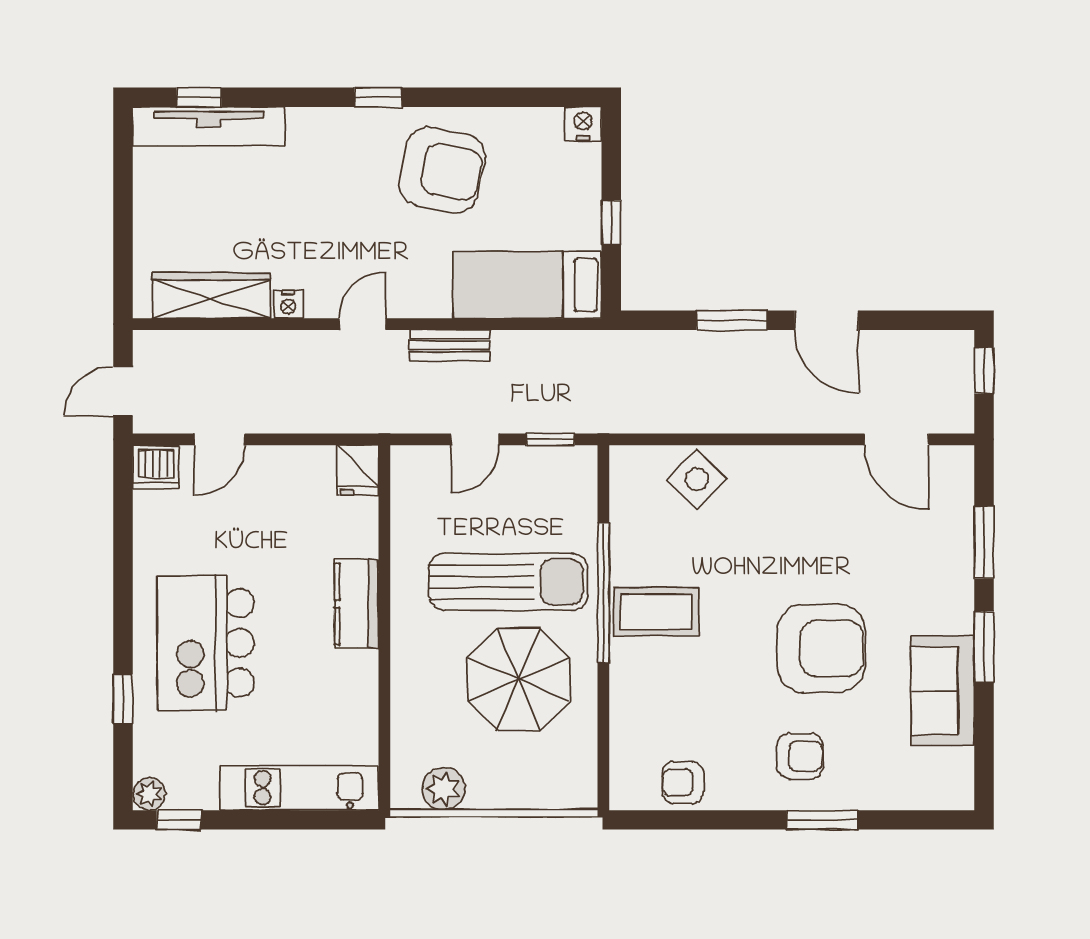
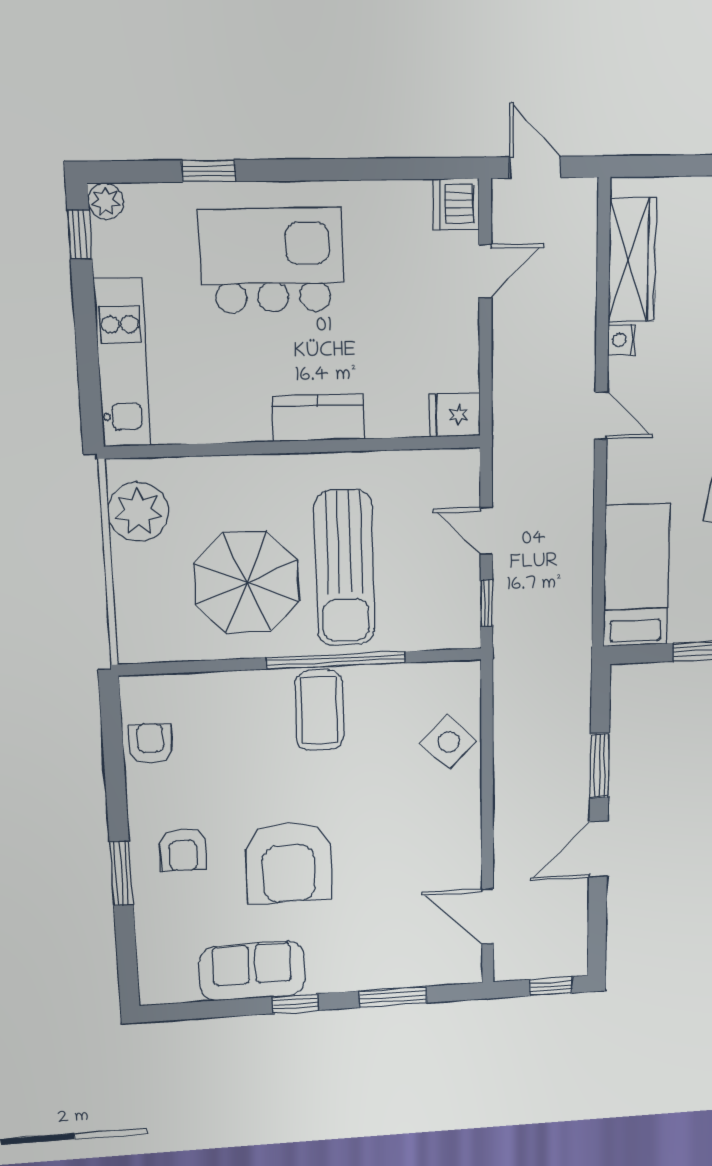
bench: (450, 345) -> (579, 503), removed
door: (220, 439) -> (485, 271), swing flipped
door: (897, 439) -> (488, 916), hinge flipped
window: (984, 647) -> (295, 1004), width x0.67
plant: (444, 789) -> (138, 512), width x1.36, depth x1.36

